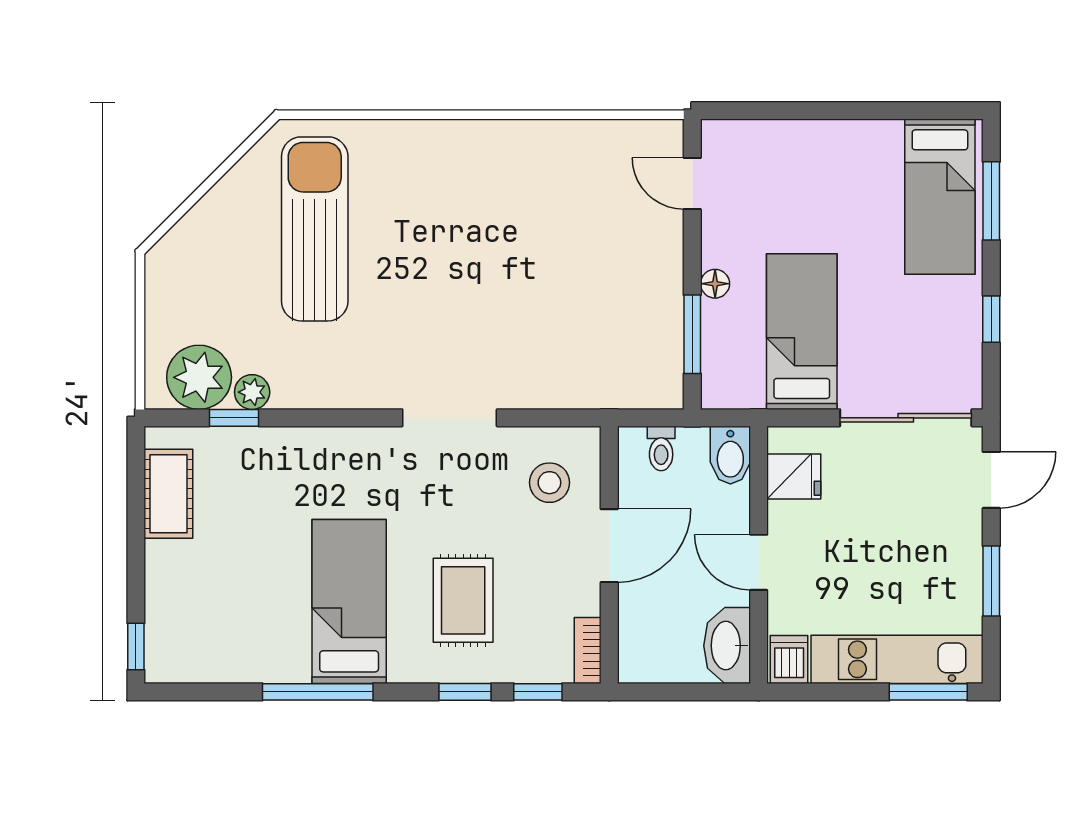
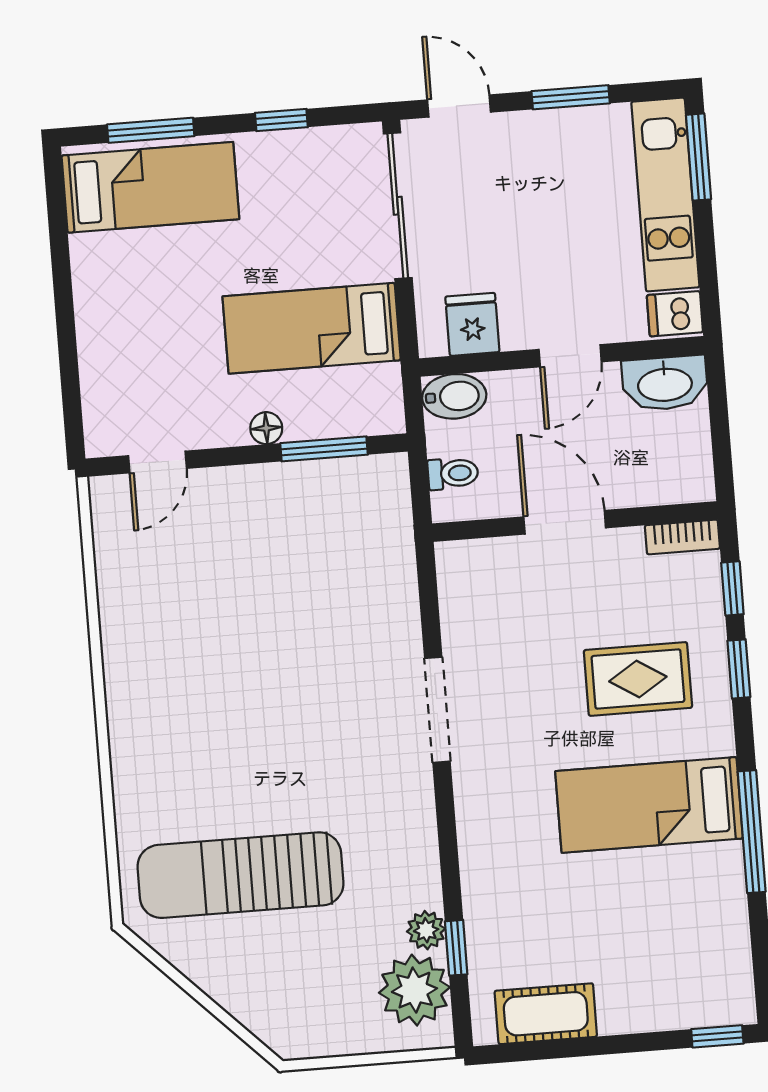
stool: (549, 483) -> (500, 594), removed

